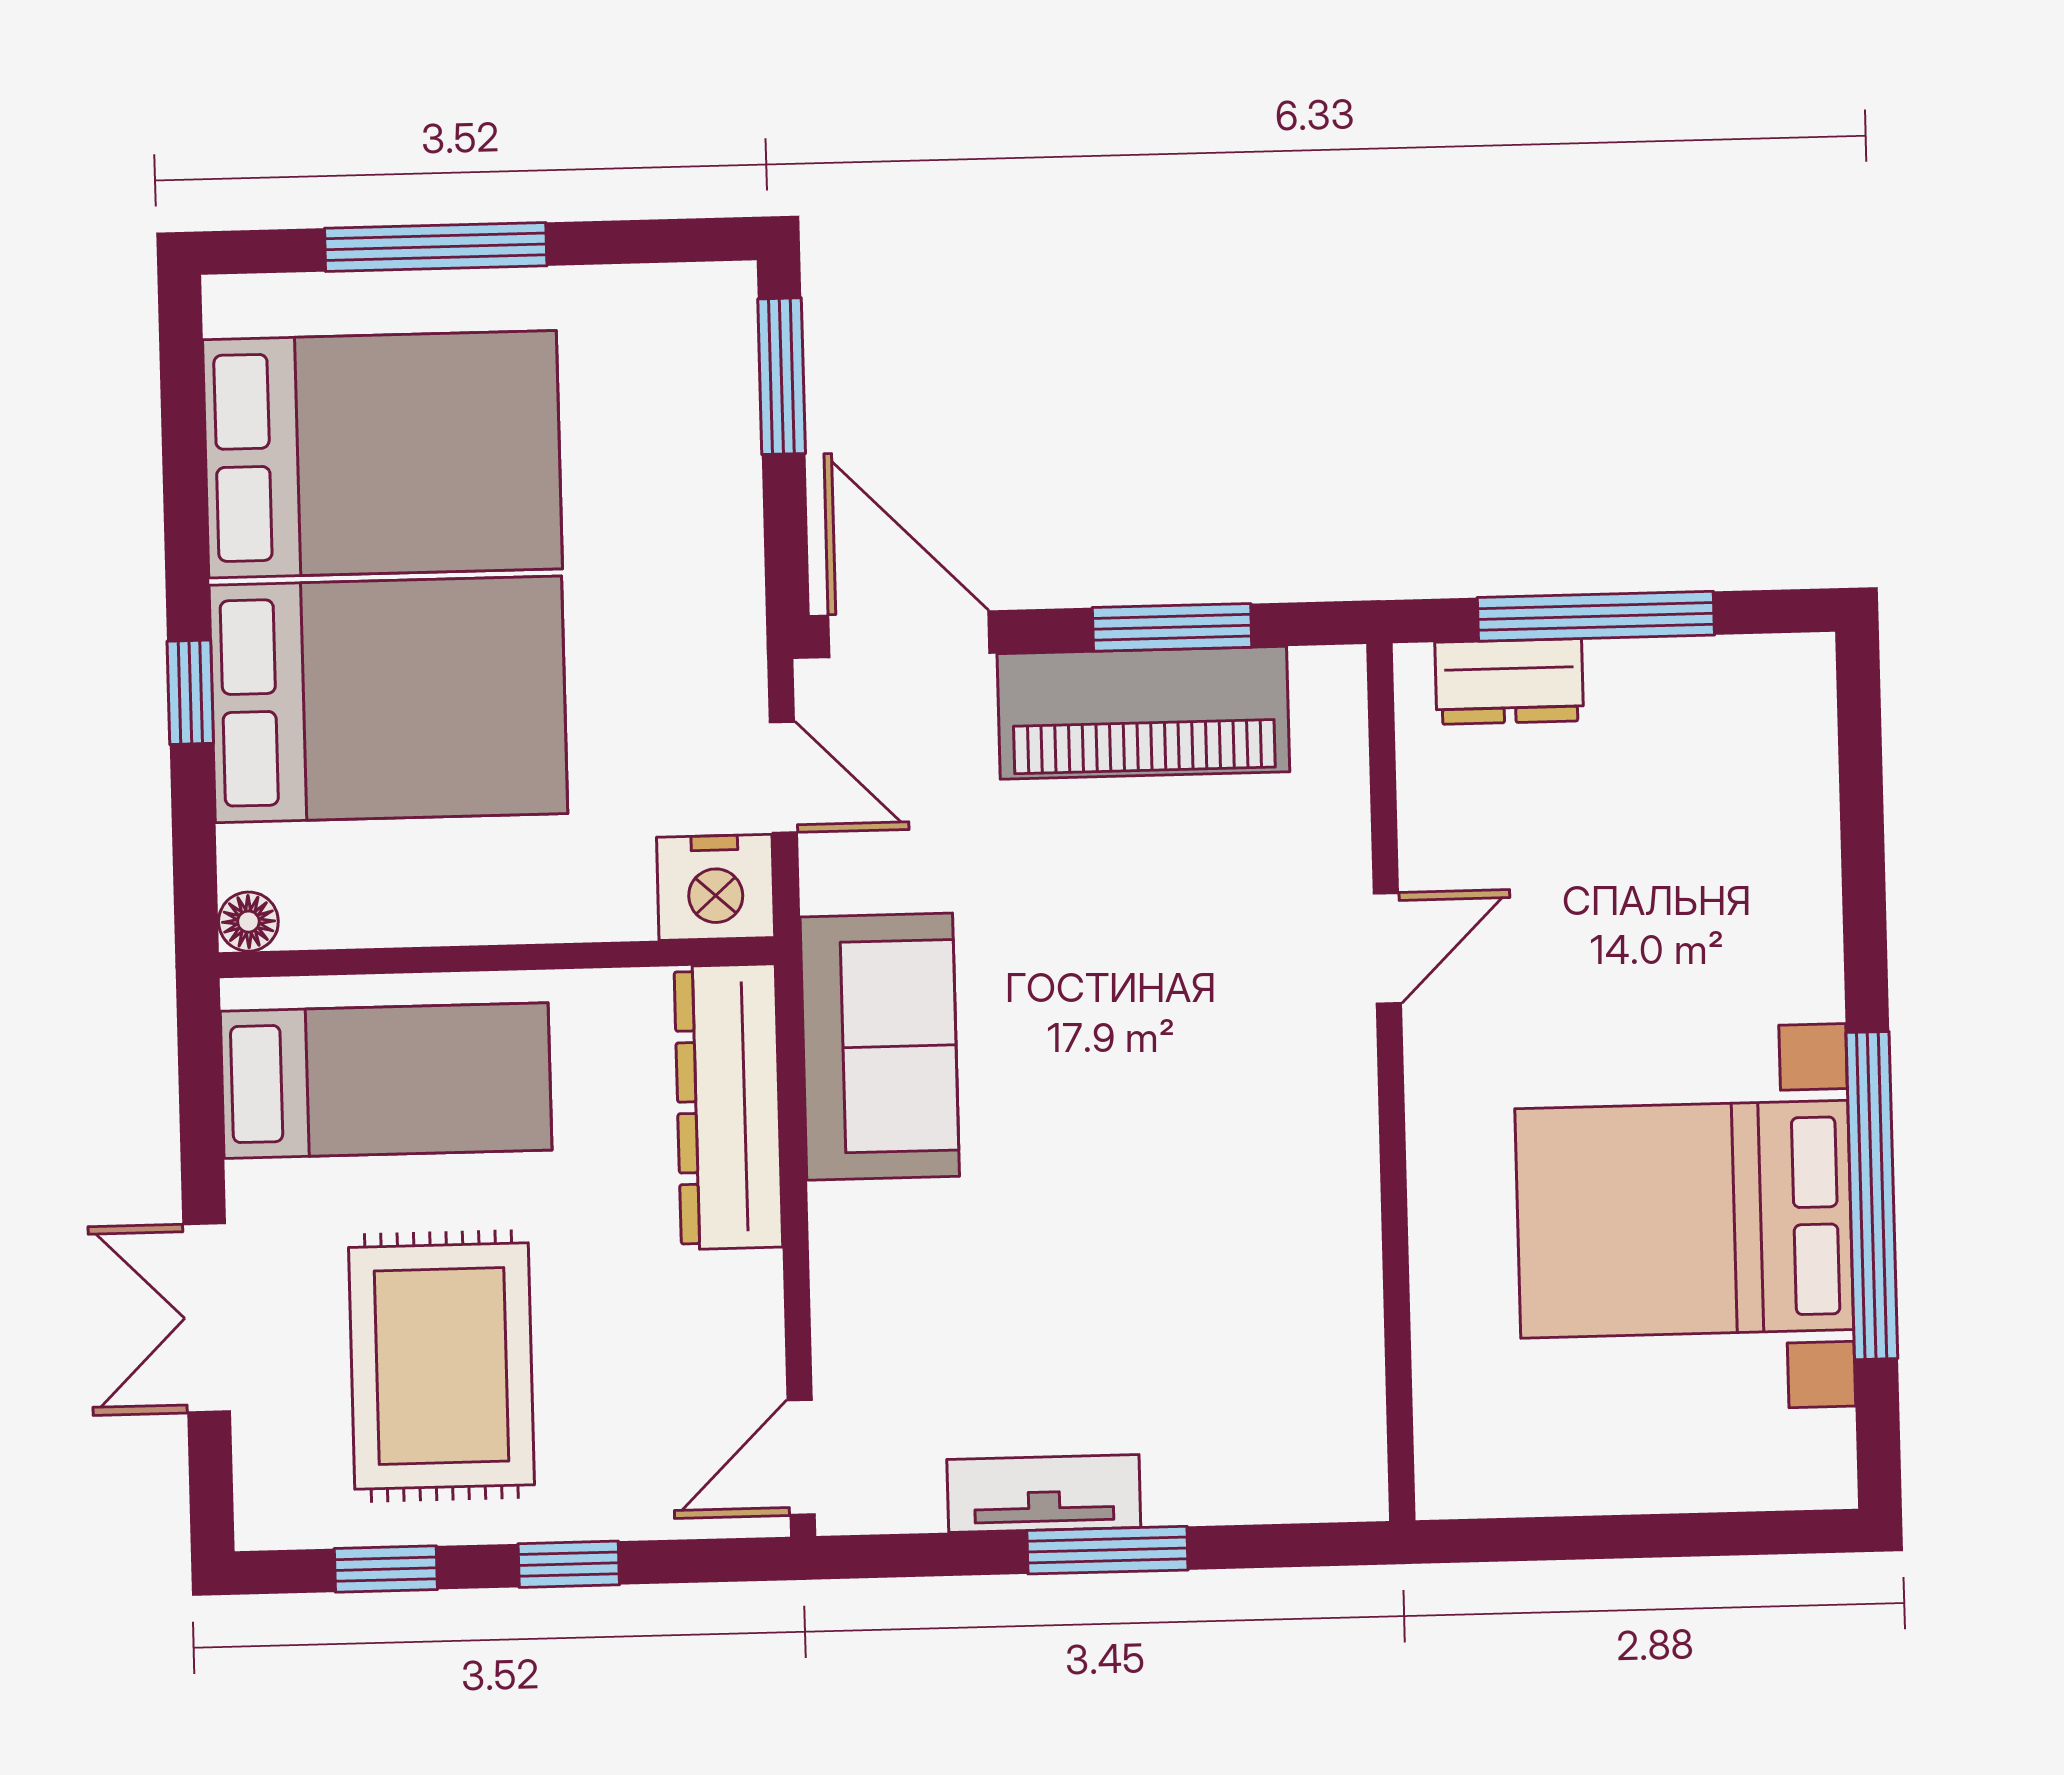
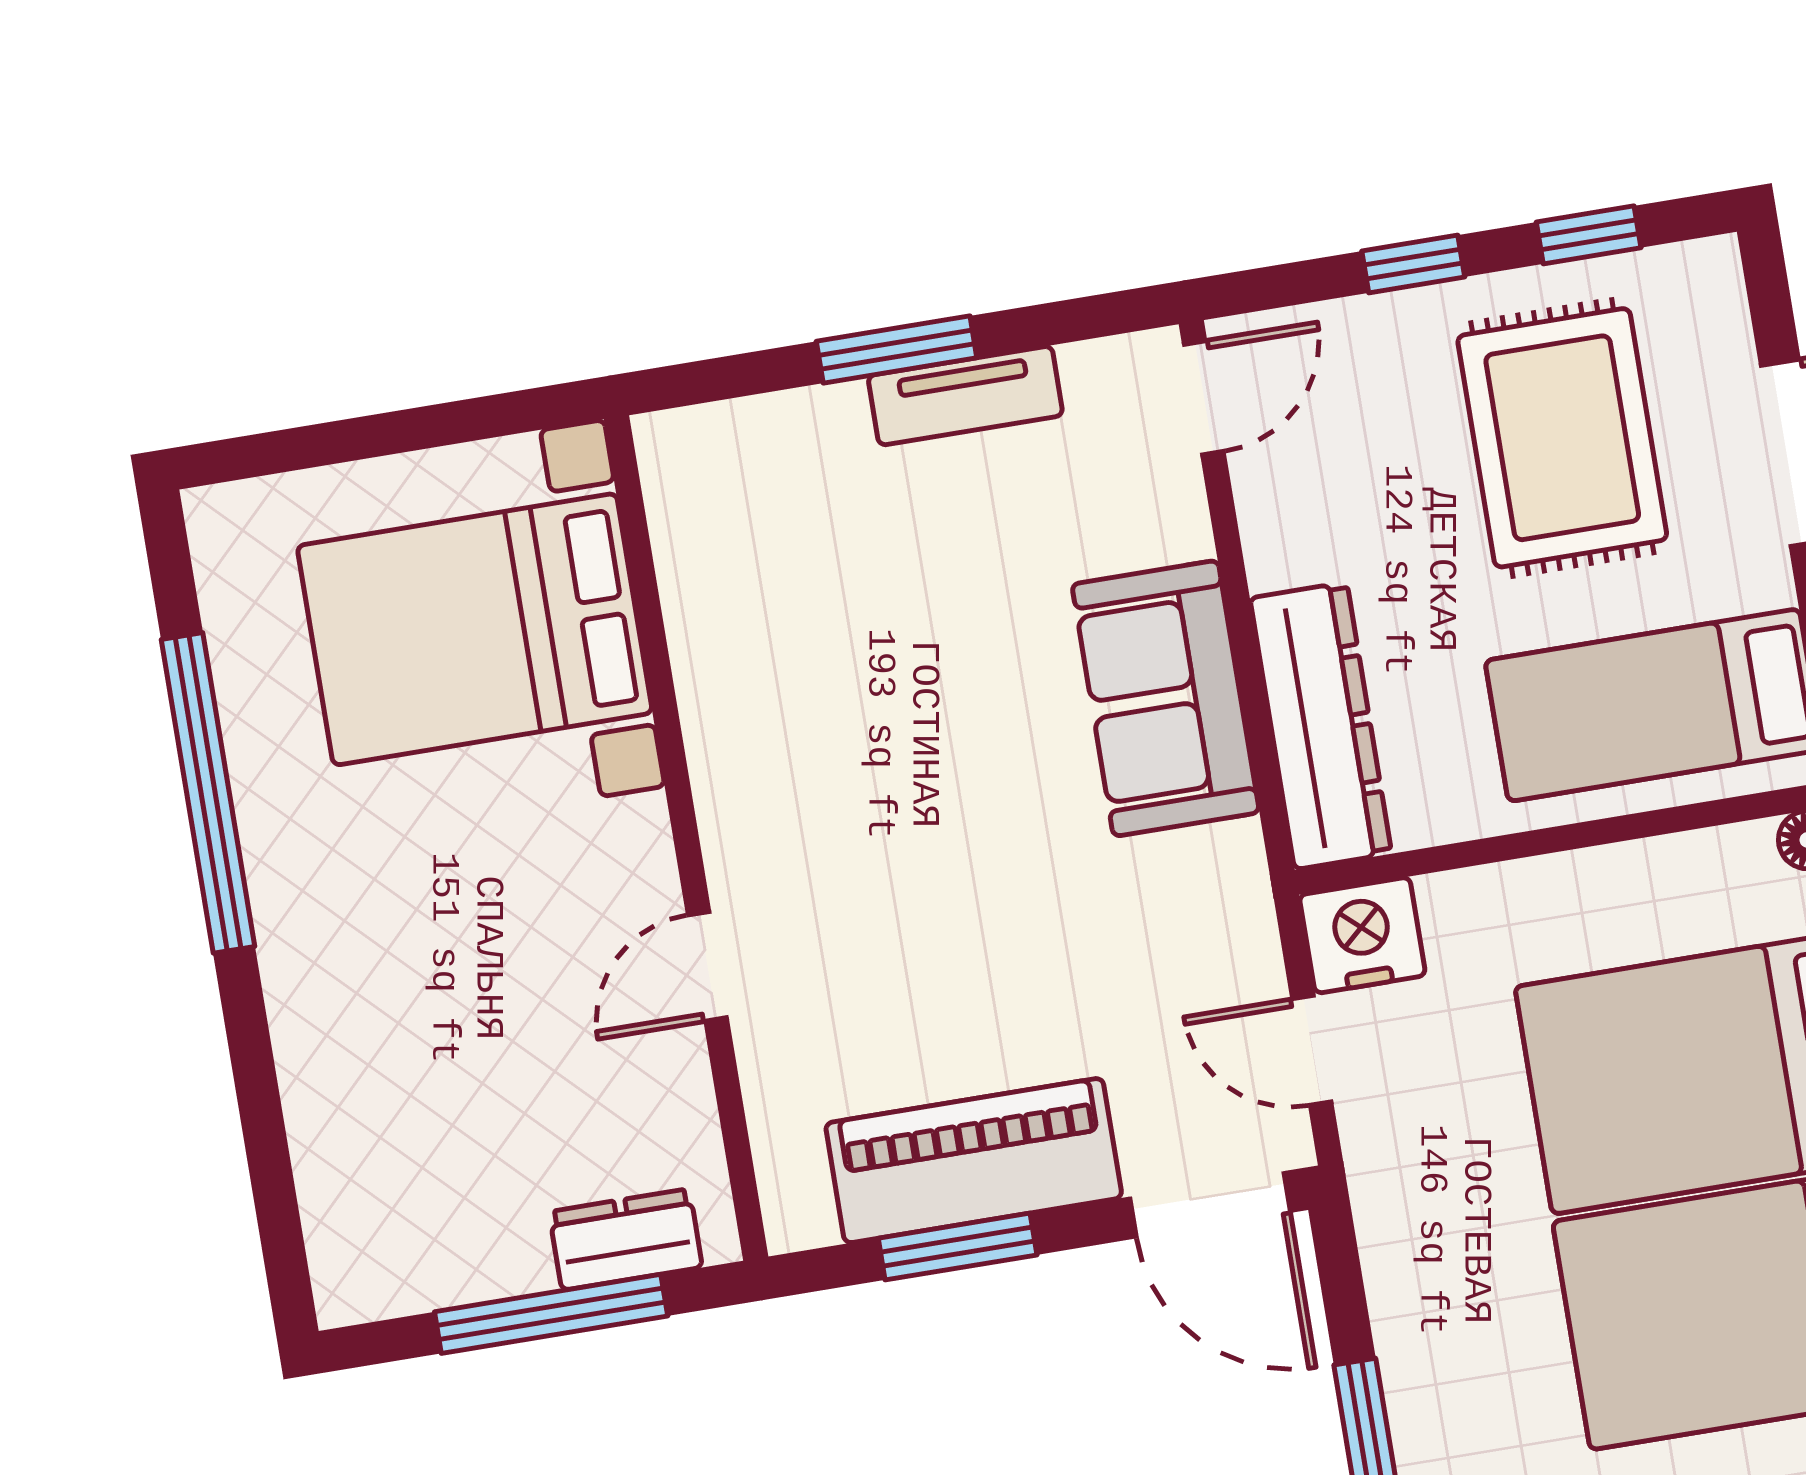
sofa: (880, 1047) -> (1166, 698), moved
bed with nightstands: (1684, 1219) -> (475, 629), moved, turned 180

